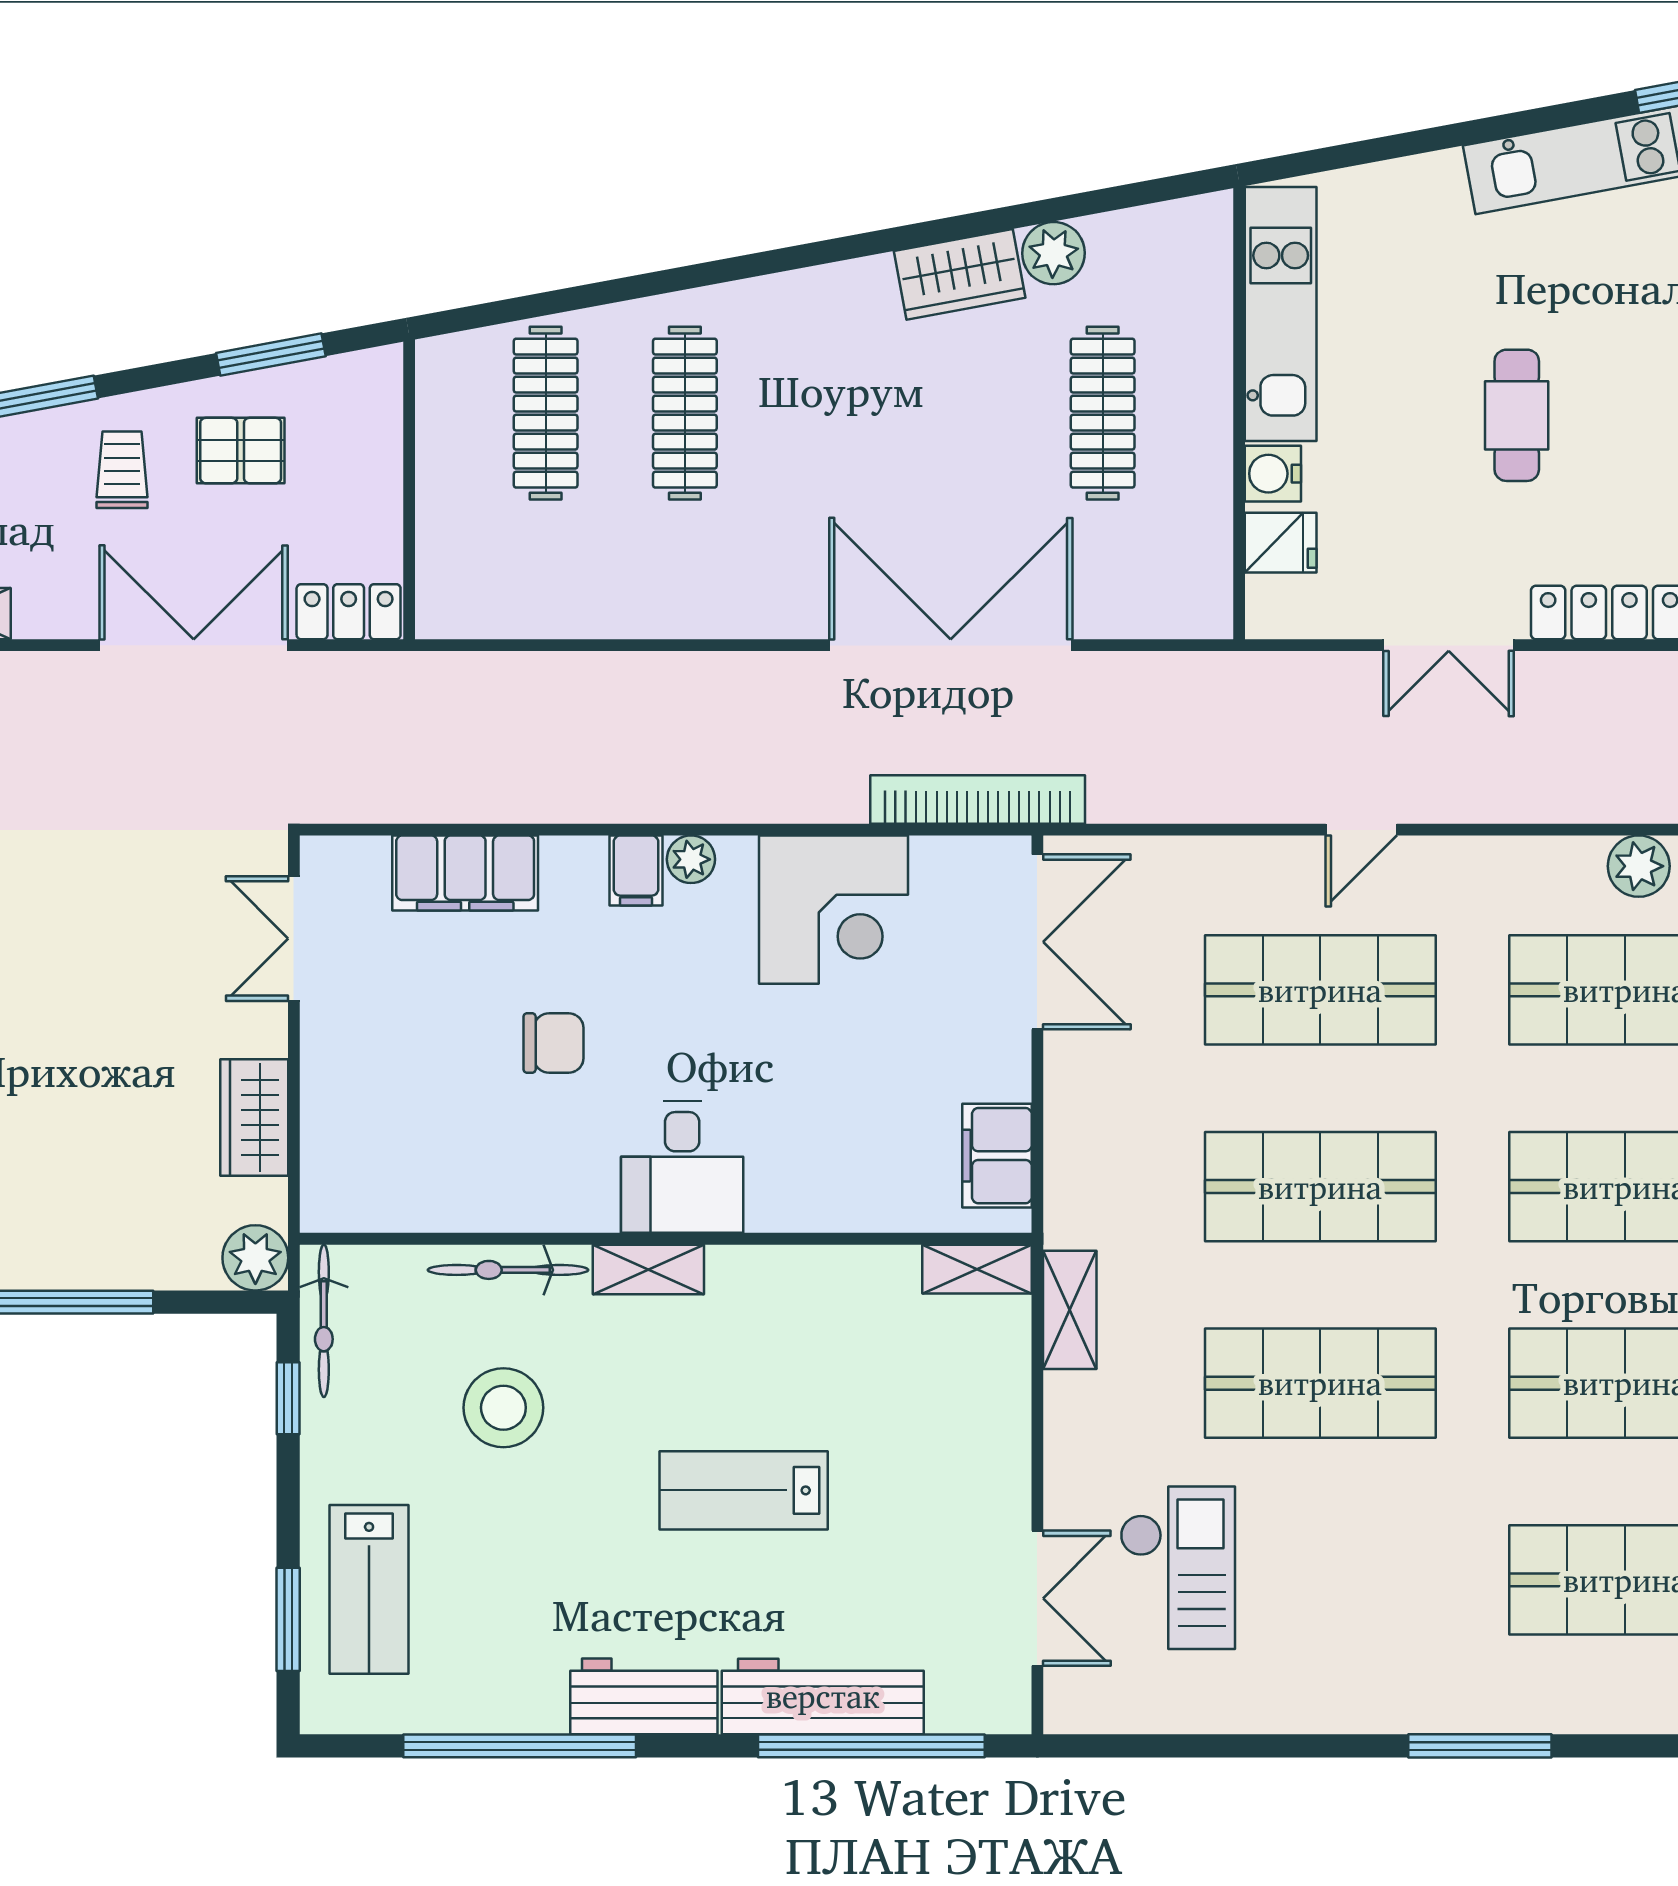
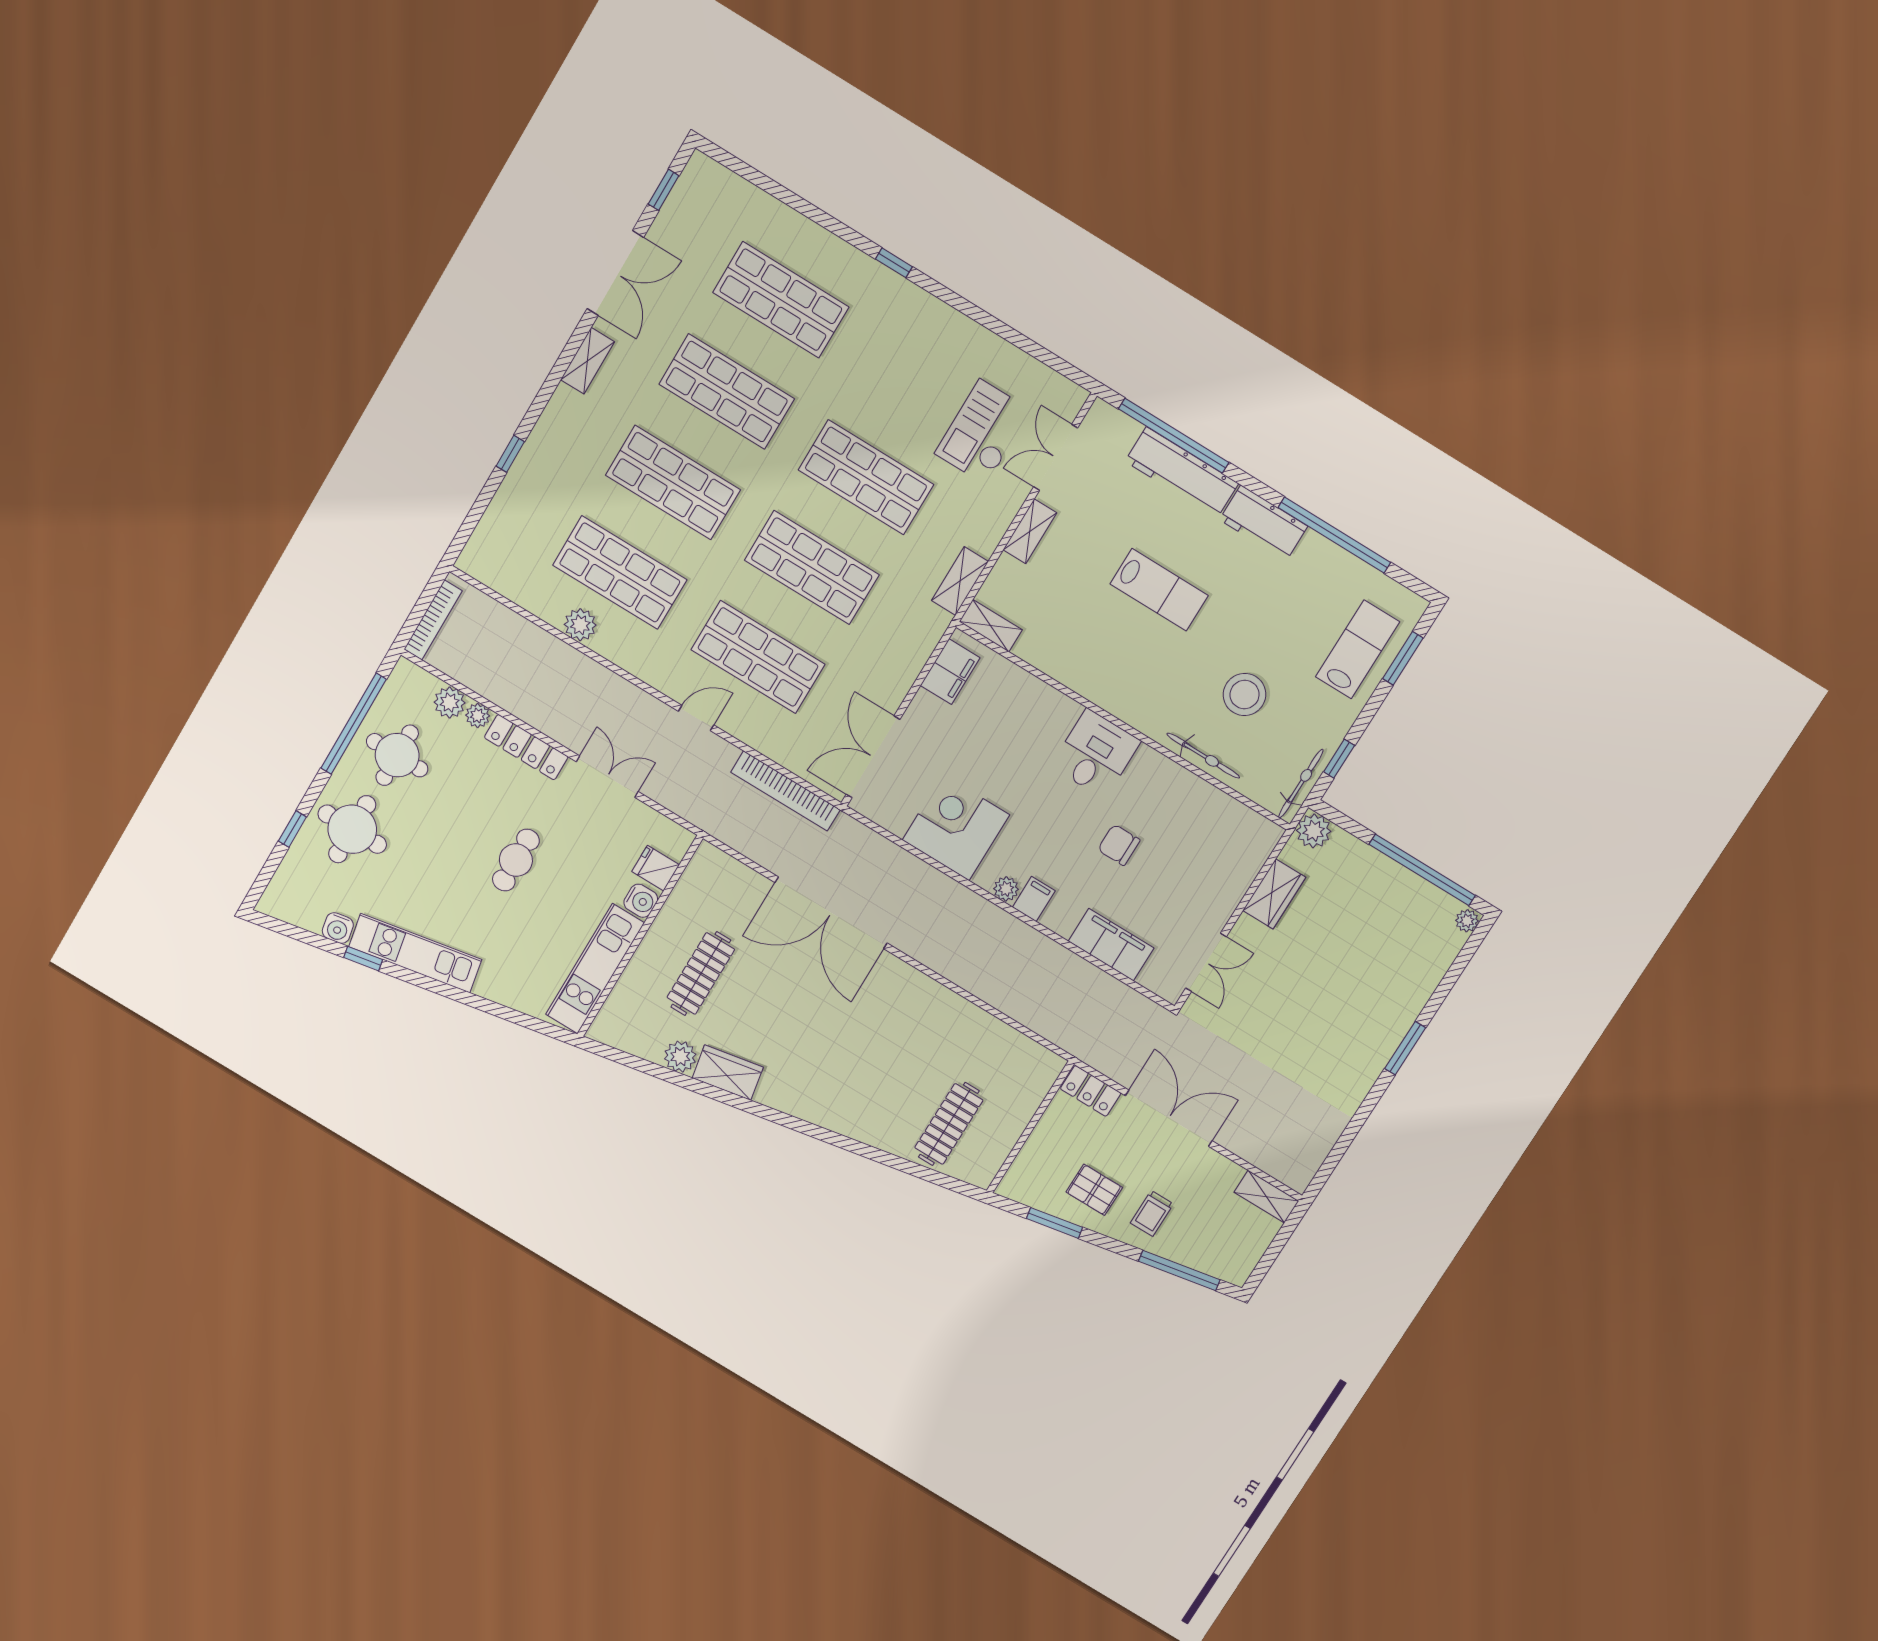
clothes rail: (685, 413) -> (887, 1086), removed
double door: (194, 645) -> (1169, 1118), swing flipped
bookcase: (978, 799) -> (785, 791), moved
shelving: (648, 1270) -> (1030, 531), moved, turned 90
window: (1480, 1746) -> (894, 263), width x0.46

